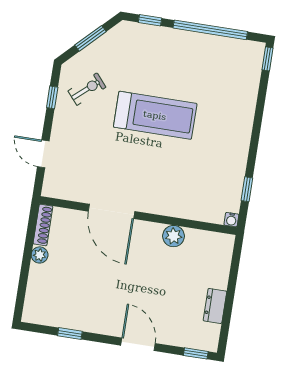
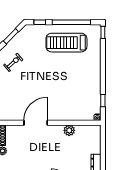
treadmill: (155, 115) -> (66, 43), moved, turned 180
door: (111, 211) -> (36, 123), swing flipped

